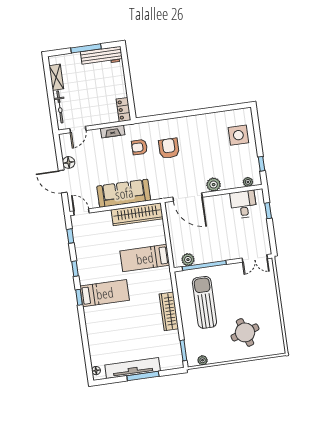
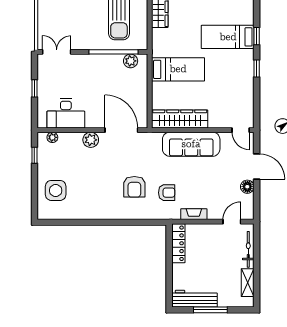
locker: (124, 110) -> (178, 243), width x1.53
desk: (243, 204) -> (66, 113), width x1.37
window: (268, 211) -> (34, 88), moved
window: (70, 236) -> (257, 105), removed

